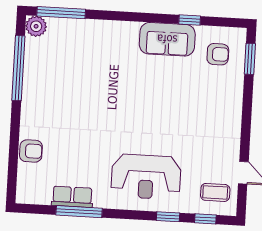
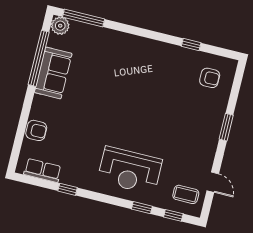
sofa: (167, 39) -> (53, 73), moved, turned -90
window: (250, 59) -> (226, 127), moved
row of seats: (72, 197) -> (43, 170), moved
window: (79, 212) -> (68, 189), width x0.46

